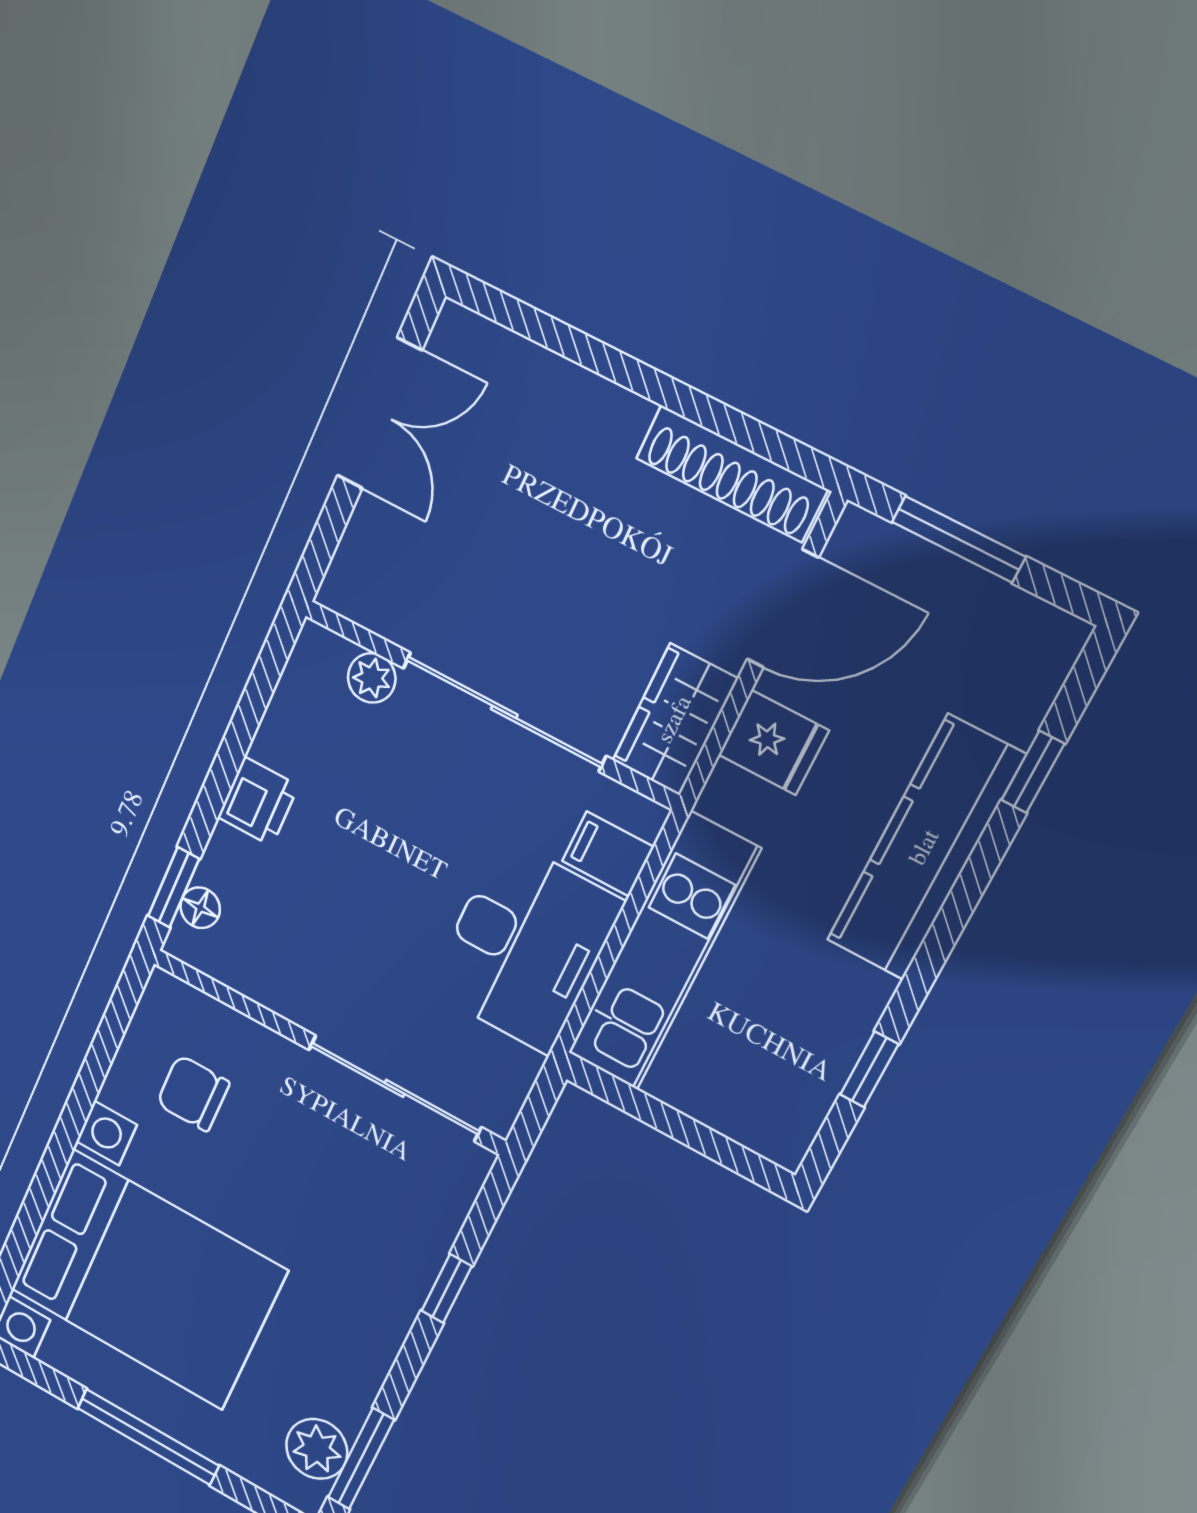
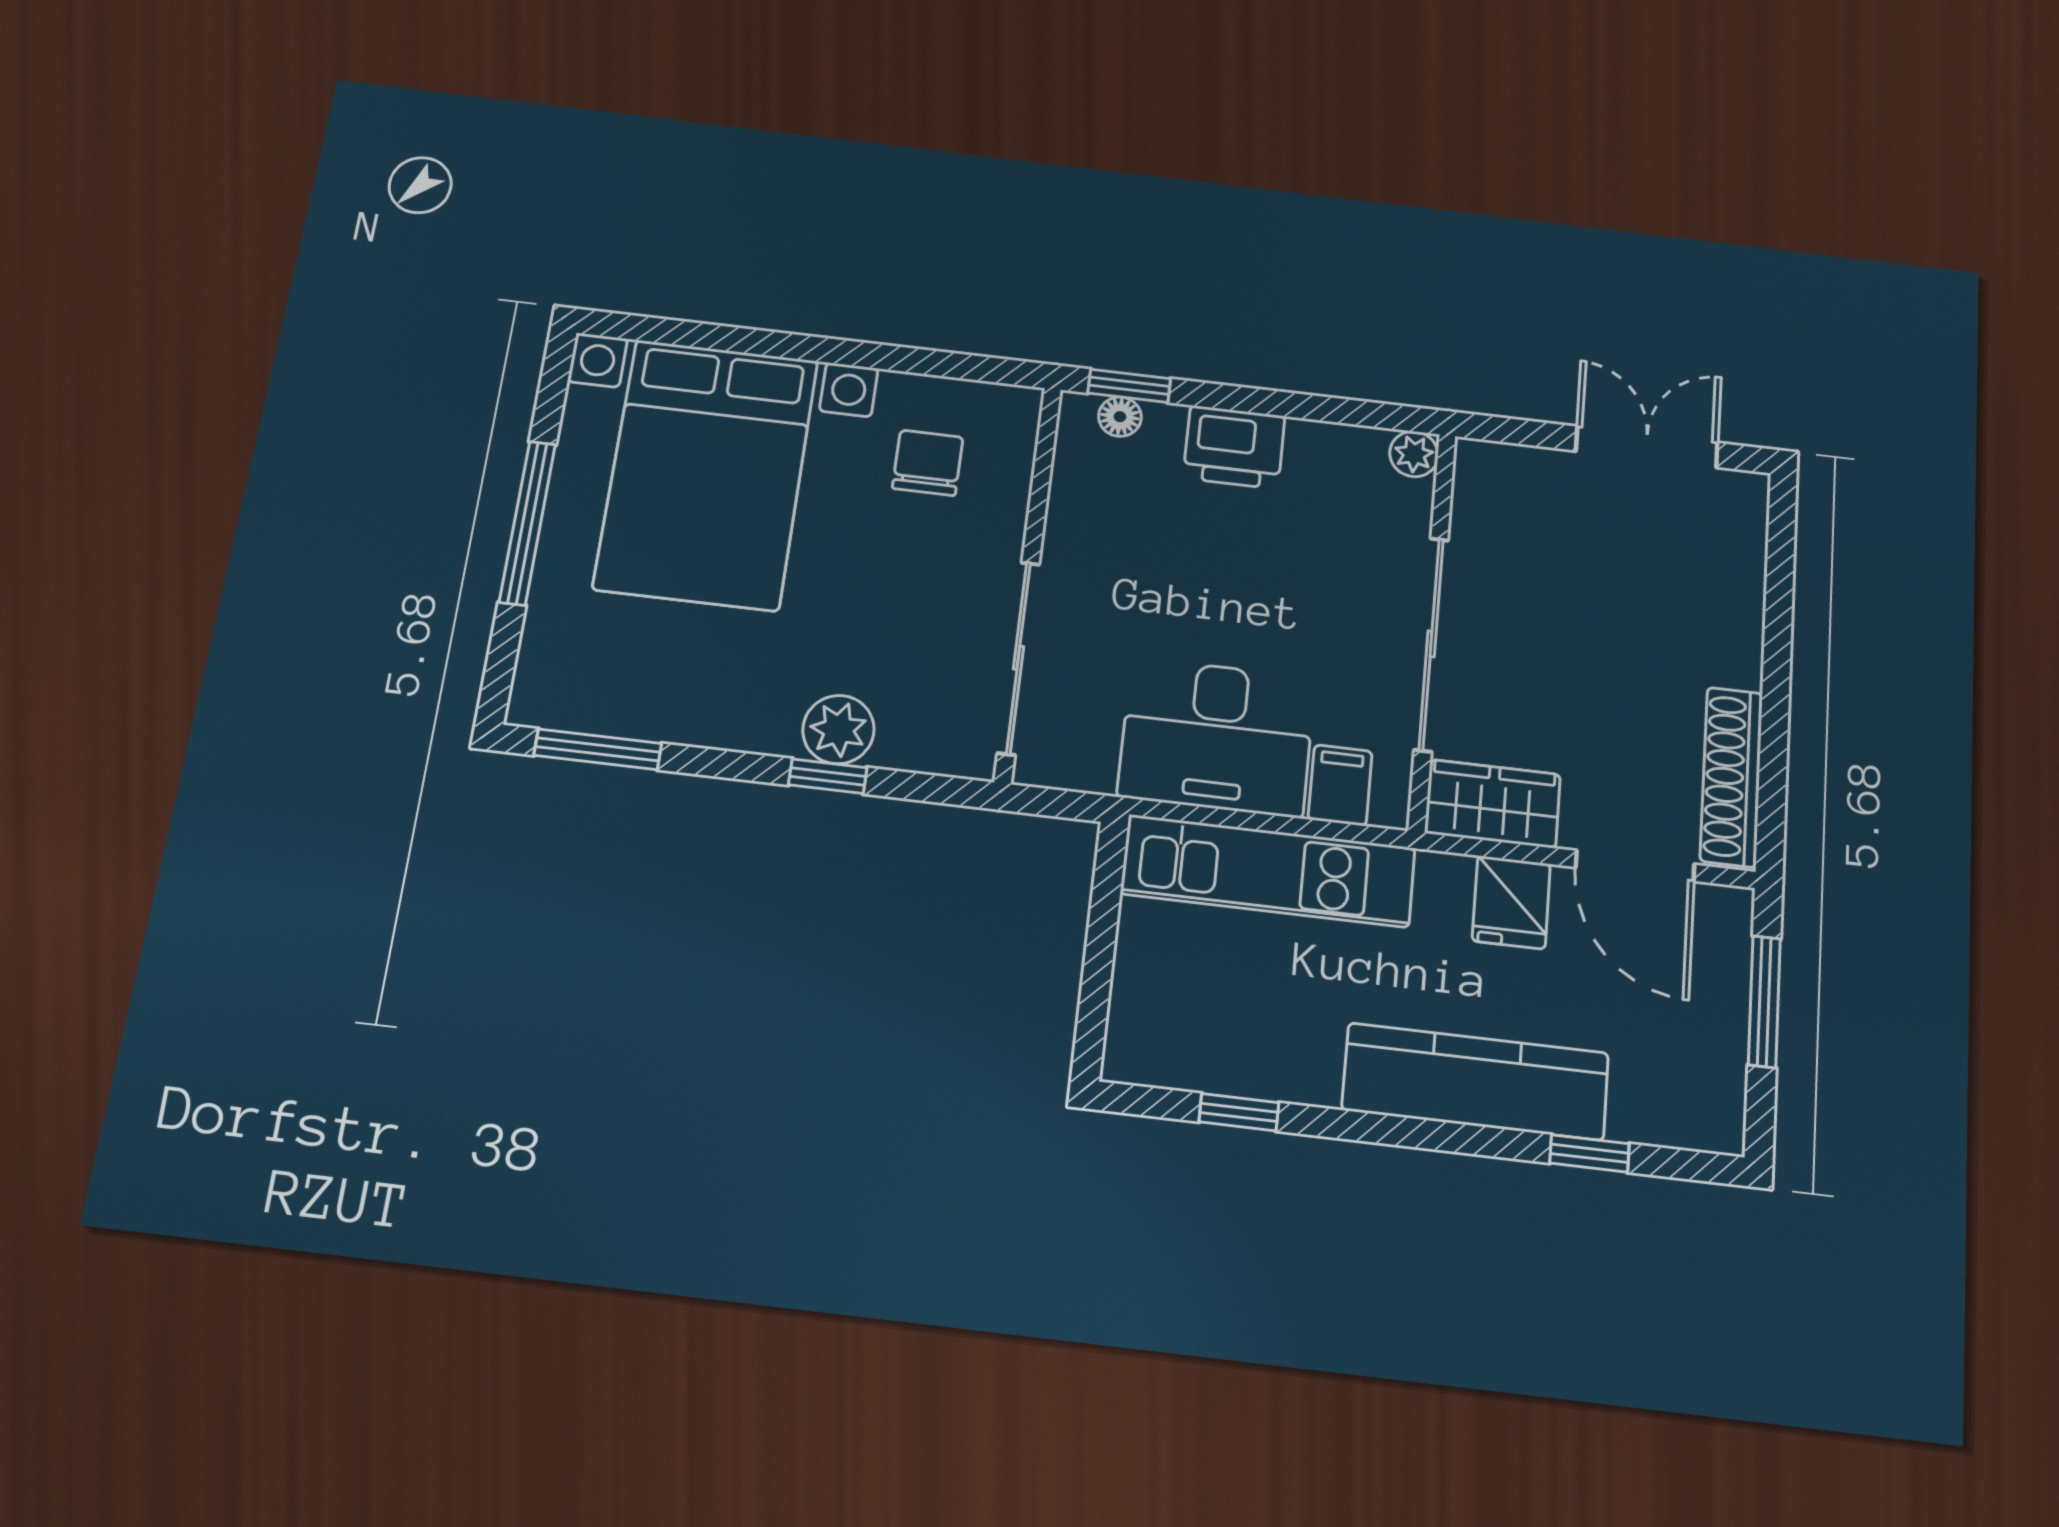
double door: (379, 413) -> (1647, 447), swing flipped
plant: (372, 678) -> (1414, 454), moved
printer: (258, 801) -> (1234, 447), width x1.36, depth x1.24
plant: (317, 1449) -> (838, 730), moved

